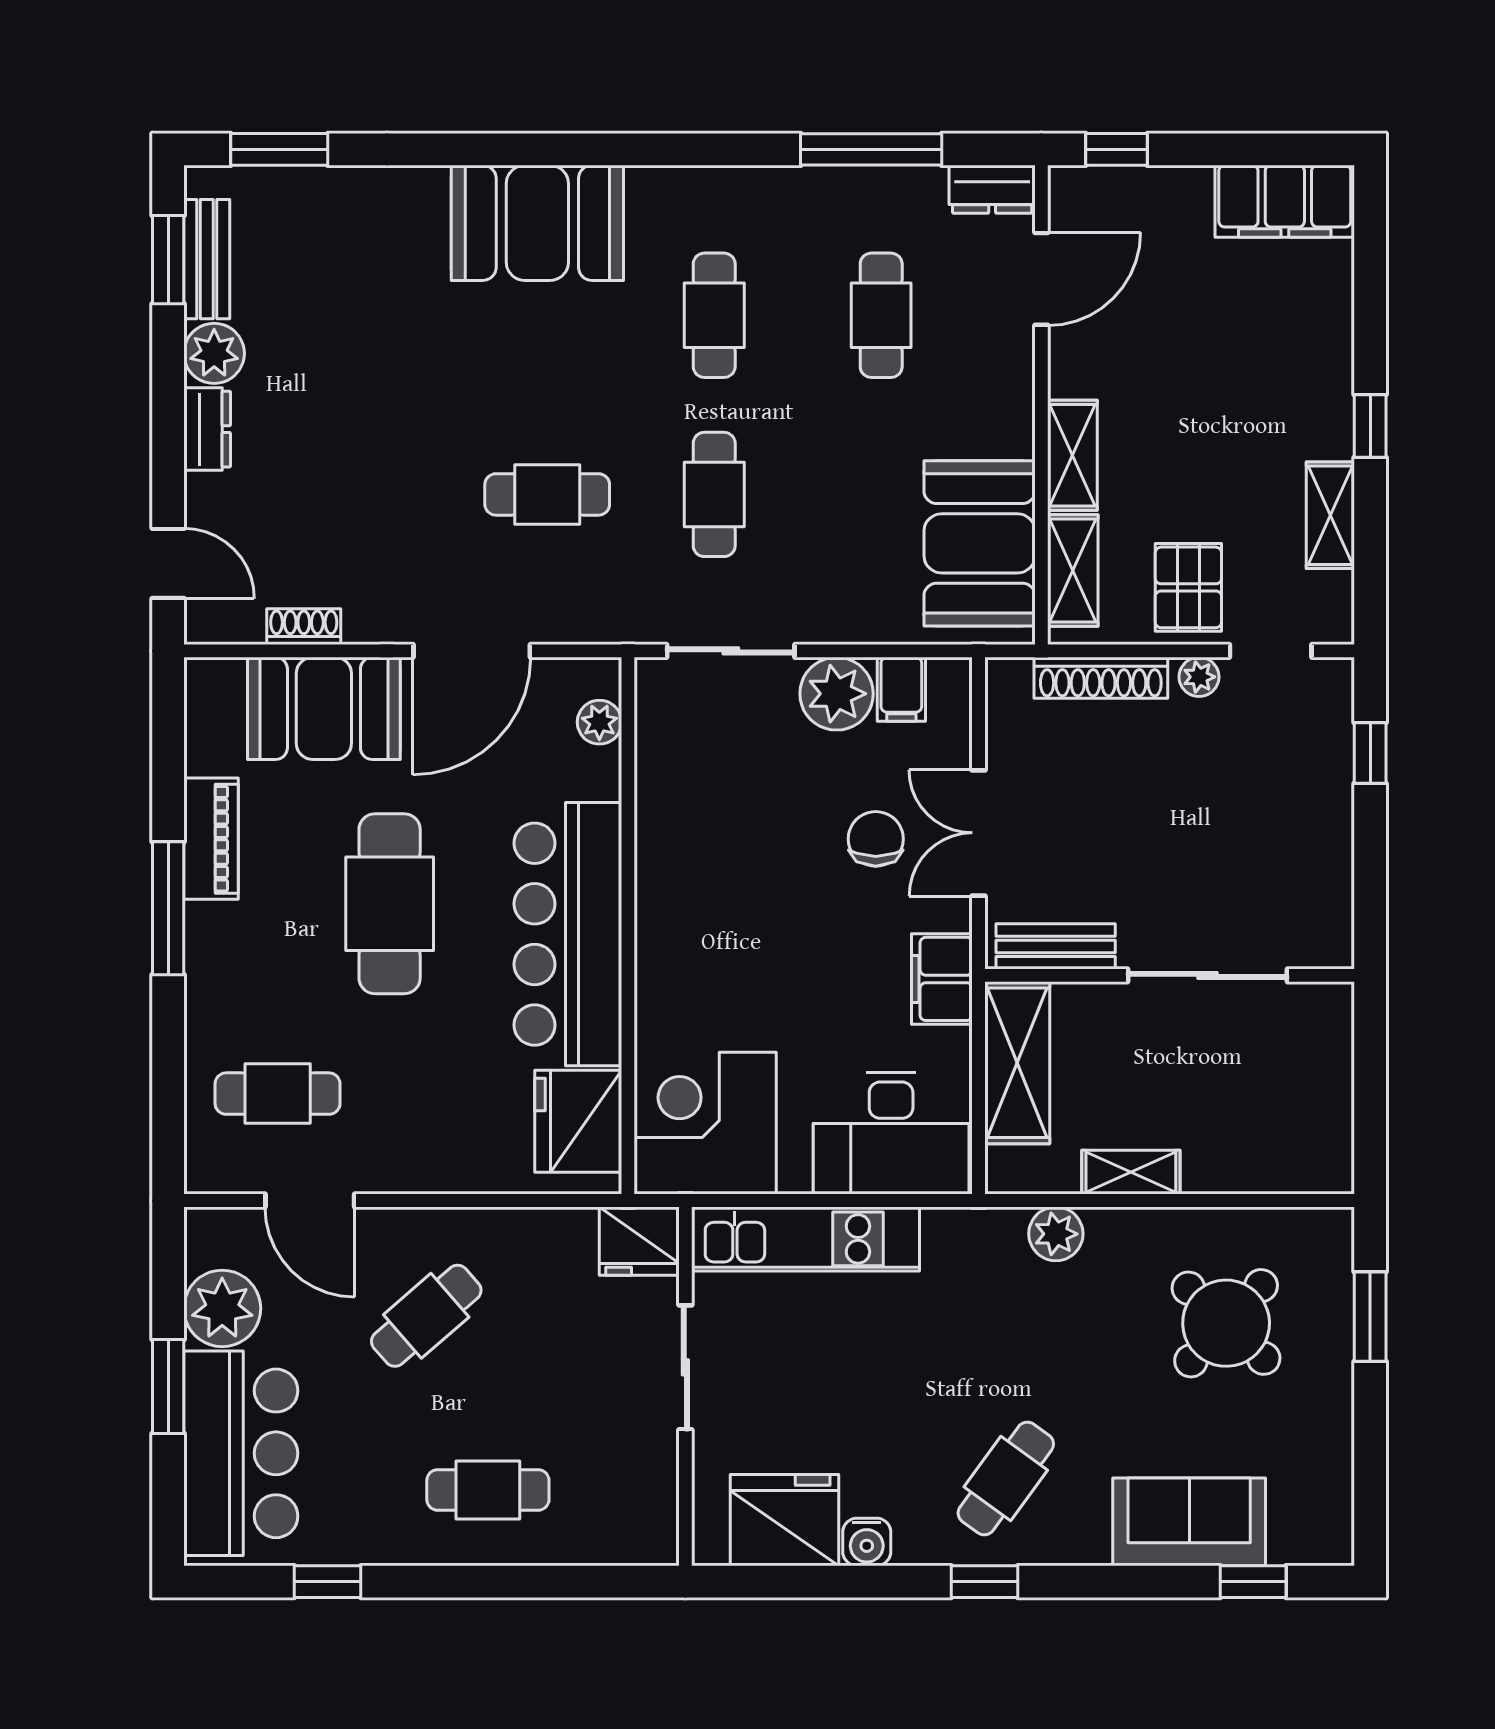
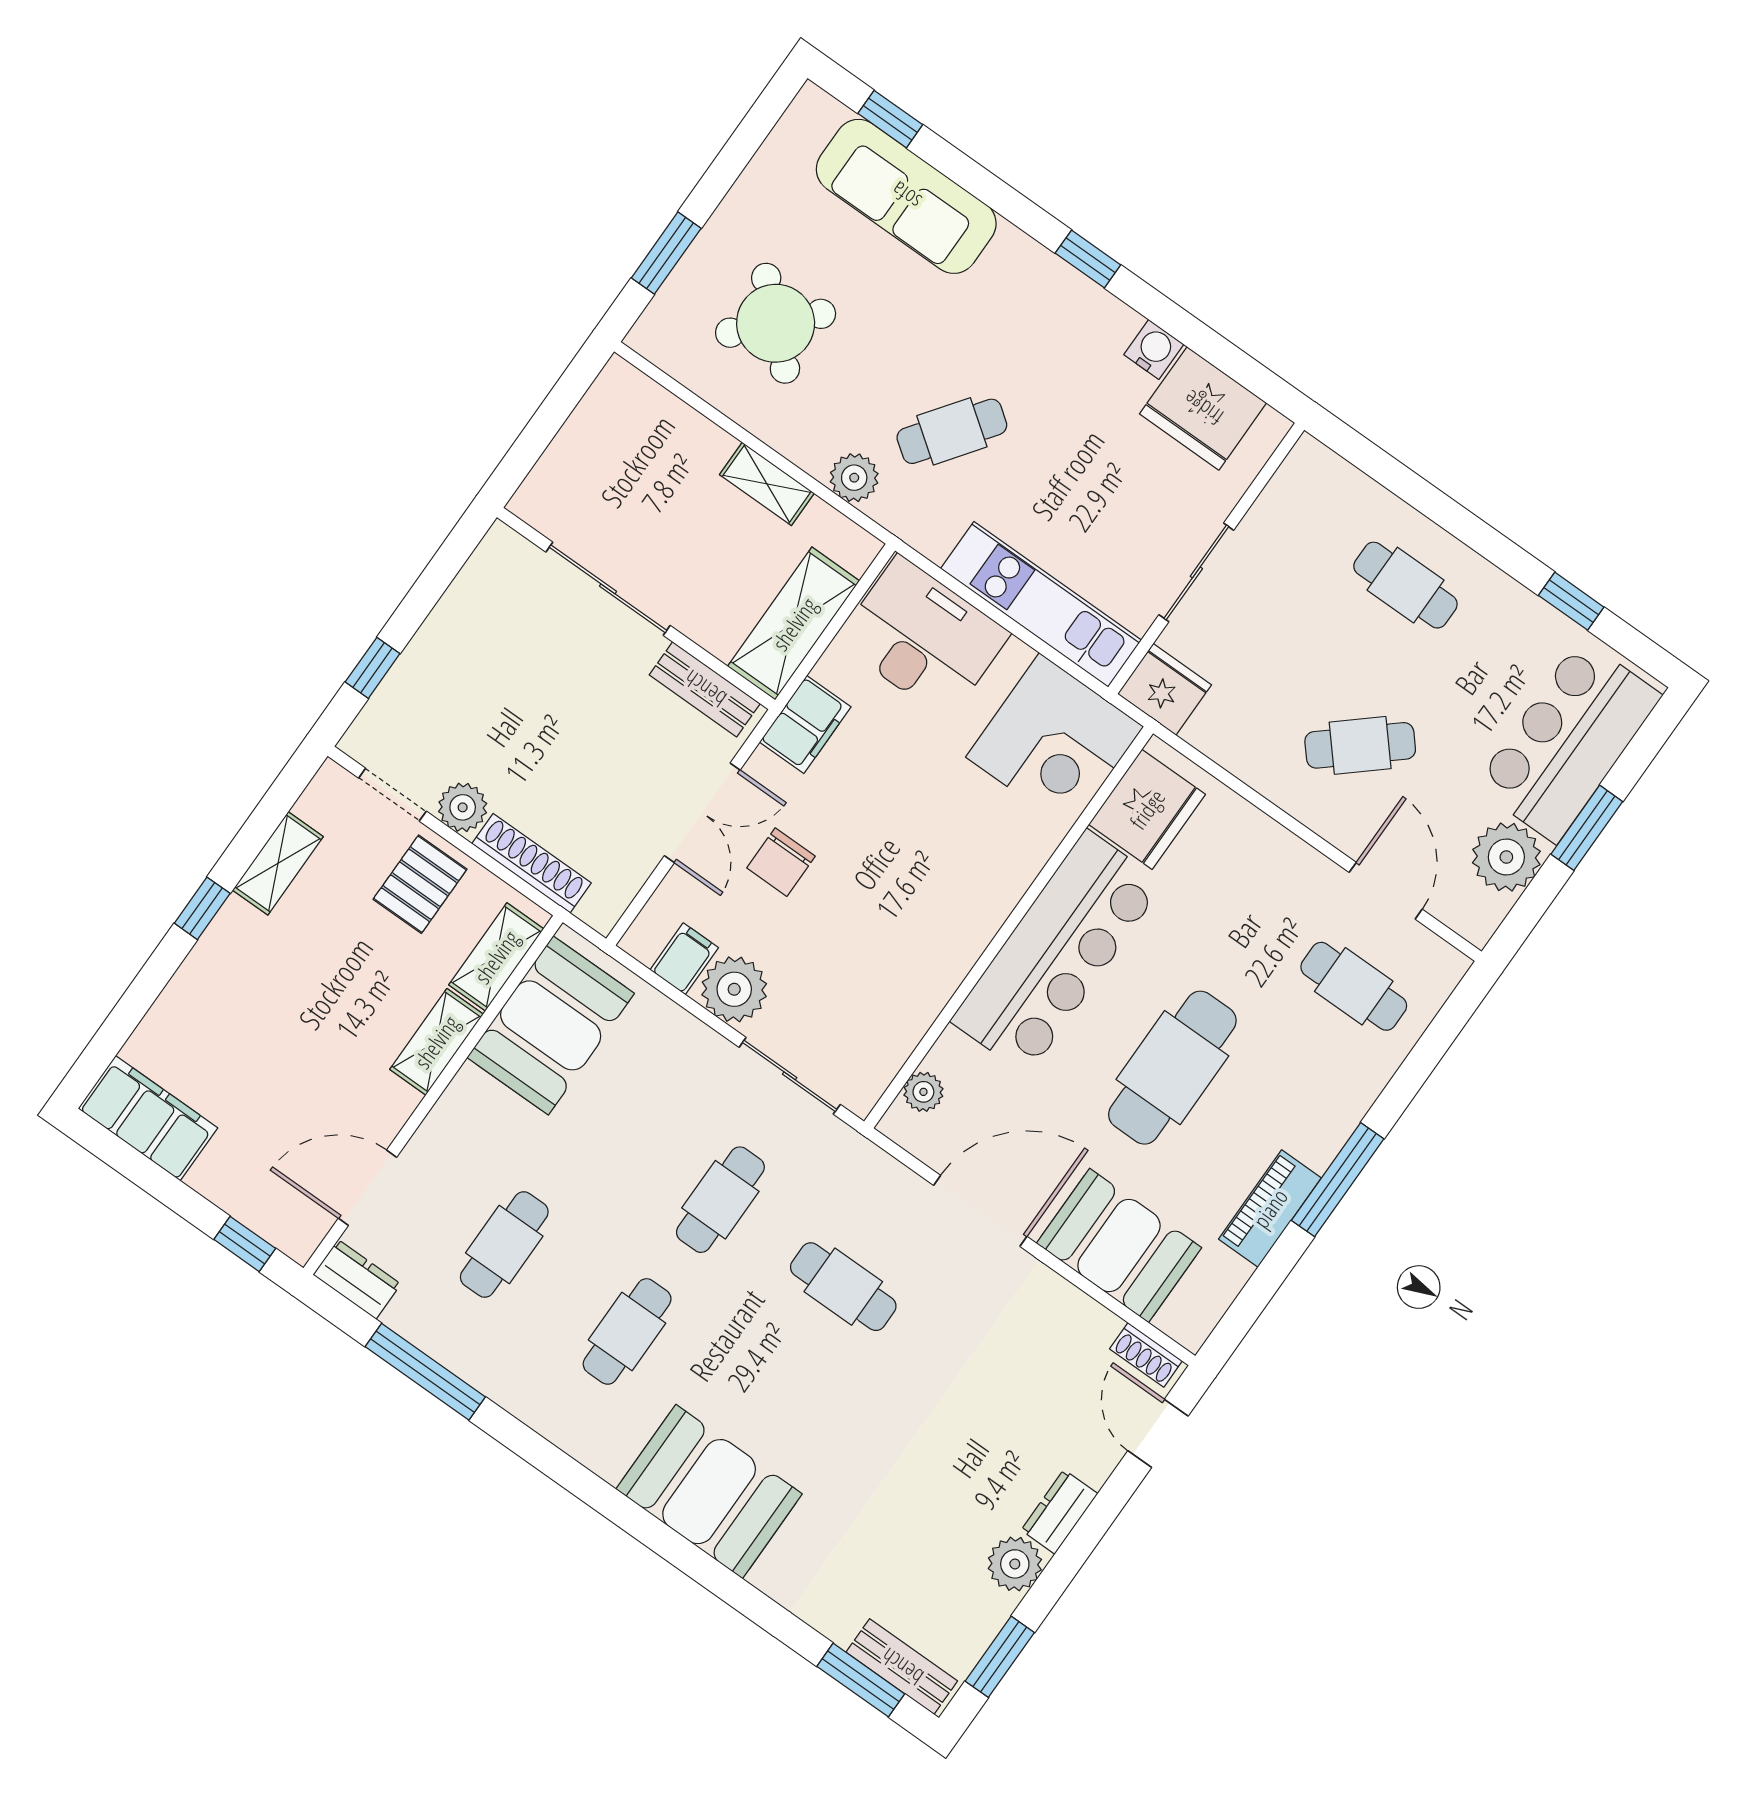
bench: (207, 259) -> (902, 1667), moved, turned 90
shoe rack: (304, 627) -> (1146, 1355), moved
plant: (1199, 677) -> (463, 807), width x1.38, depth x1.38
cafe table: (1006, 1478) -> (952, 431), moved
sofa: (1189, 1522) -> (906, 196), width x1.36

